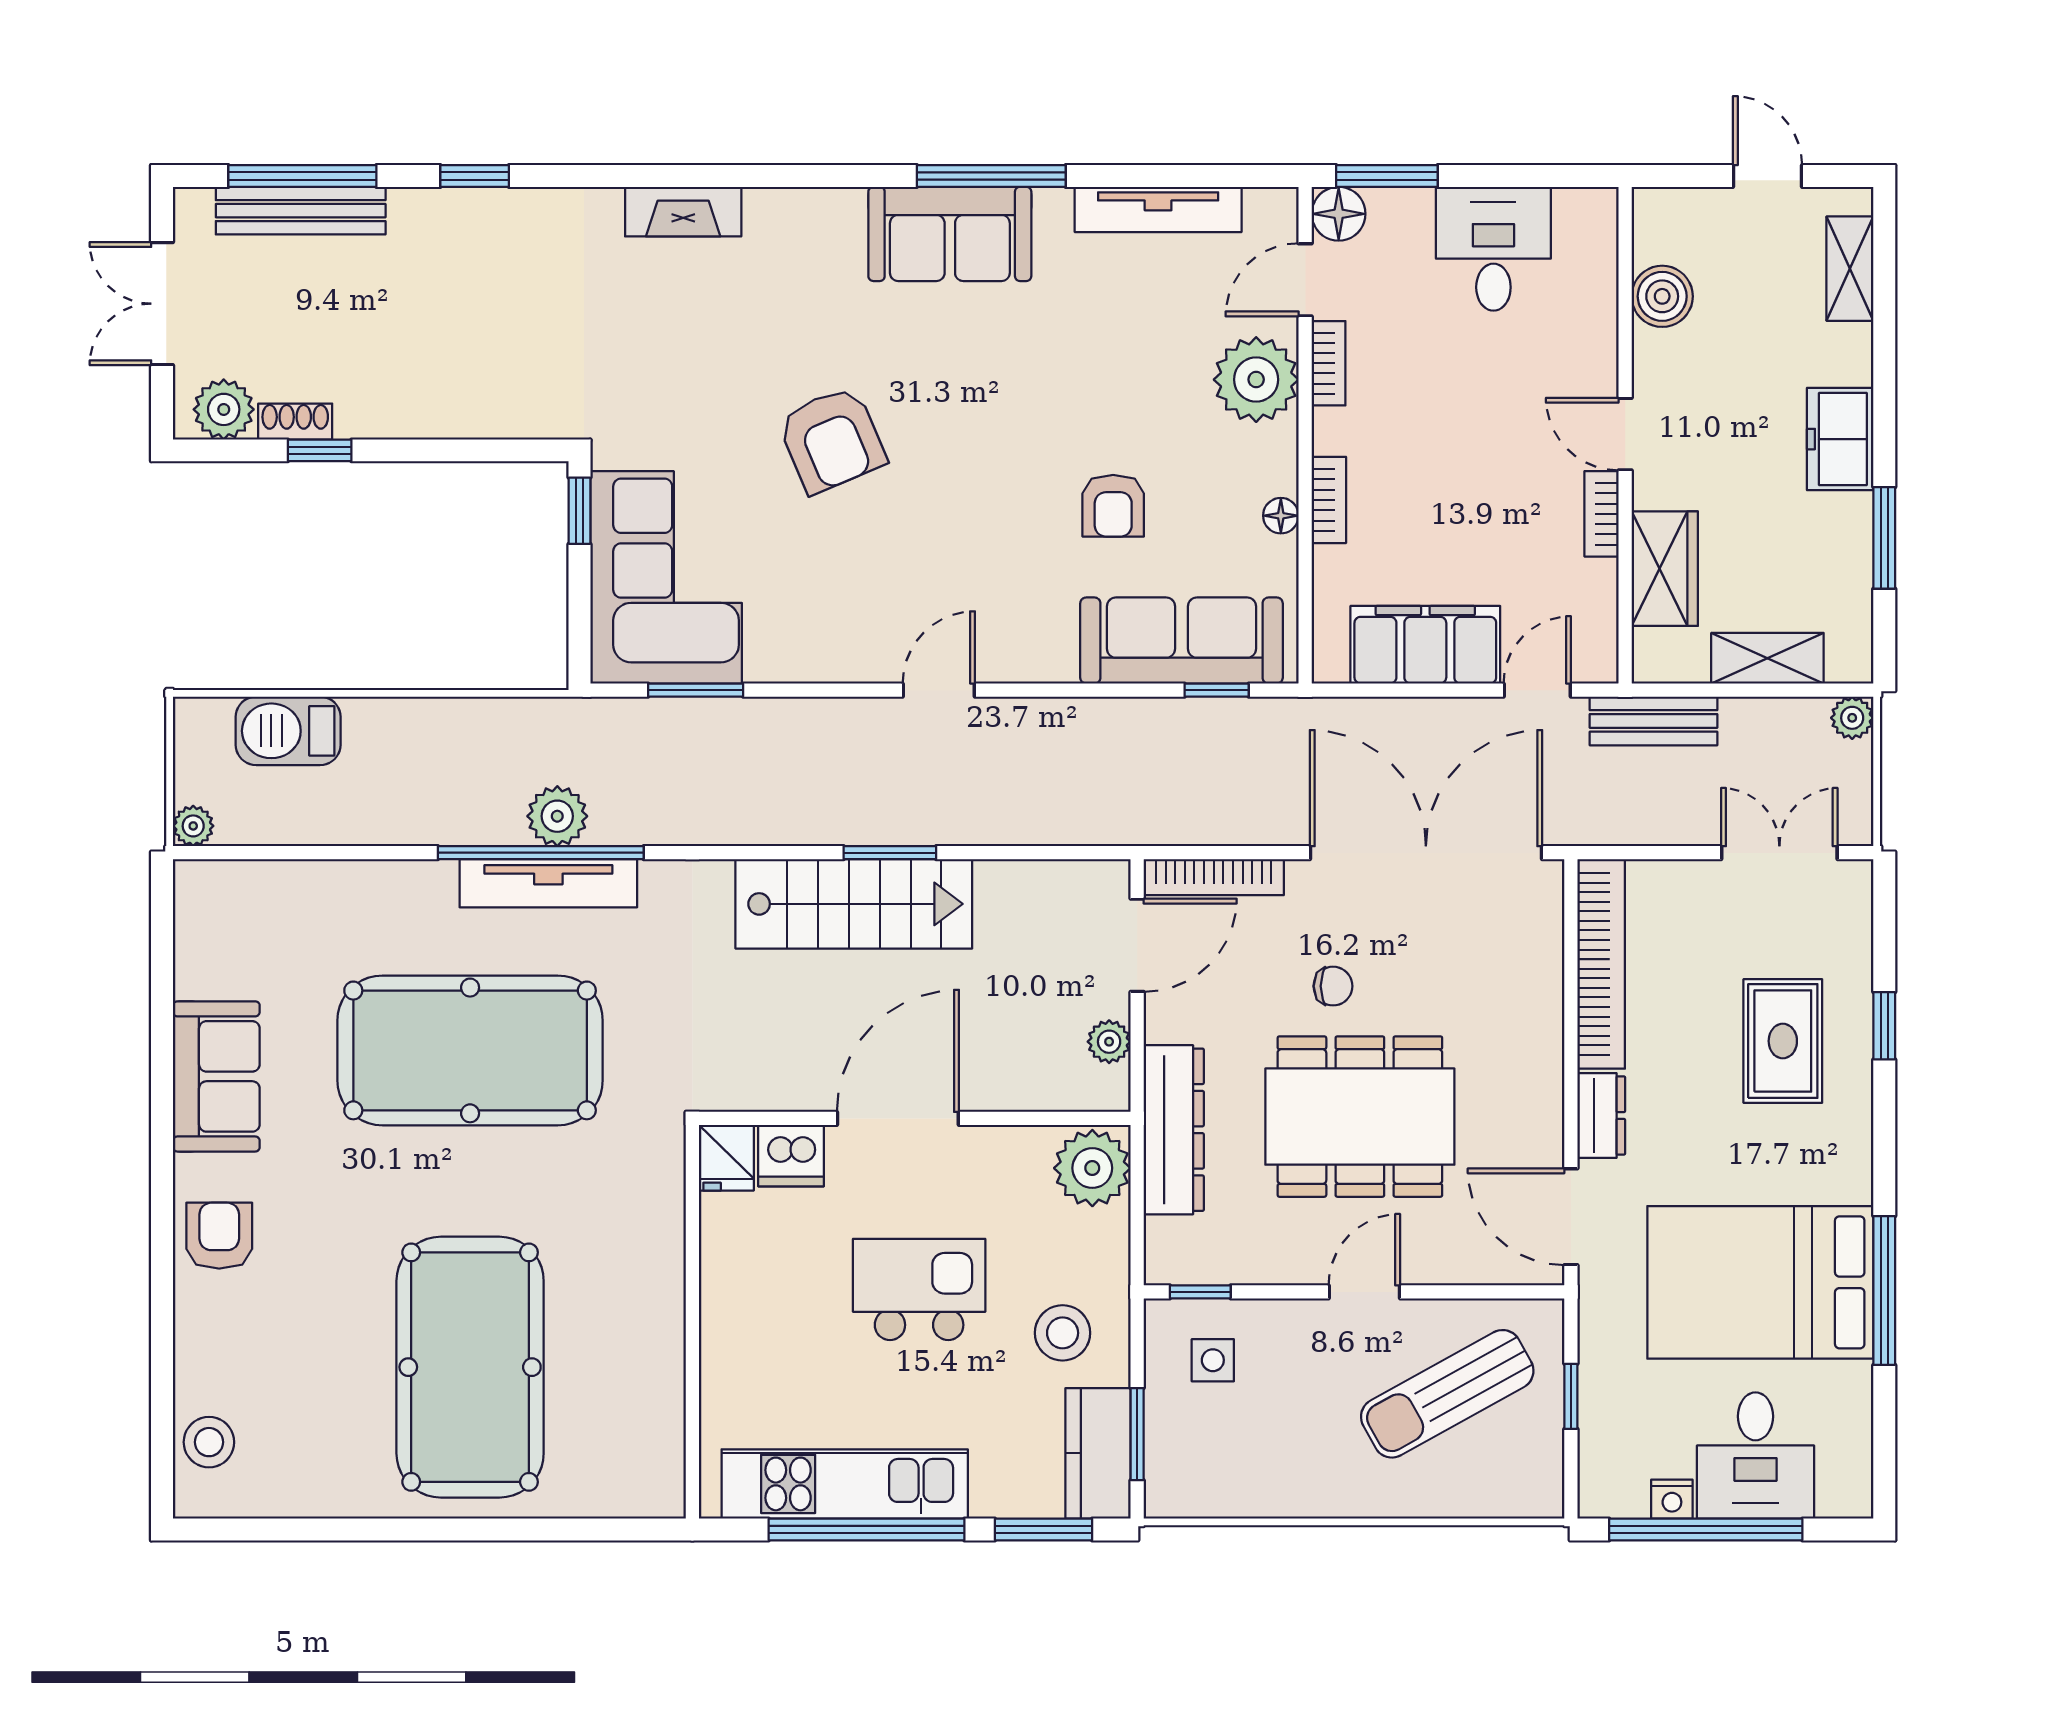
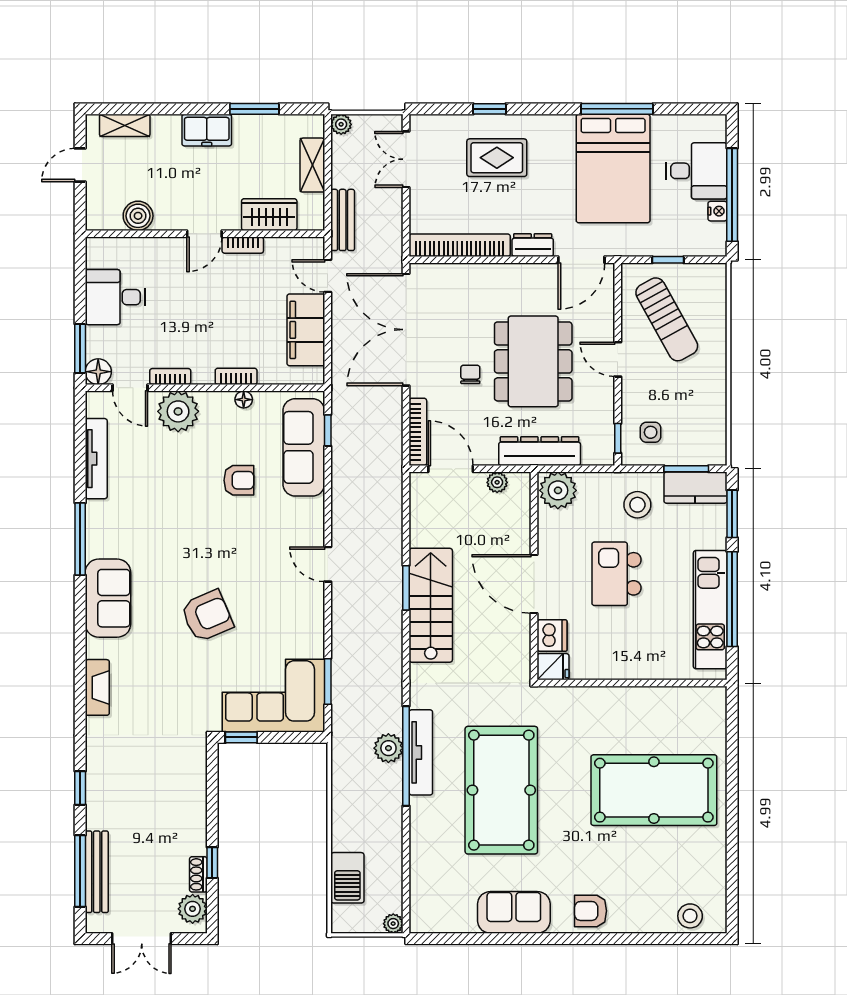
sofa: (950, 234) -> (108, 598), moved

